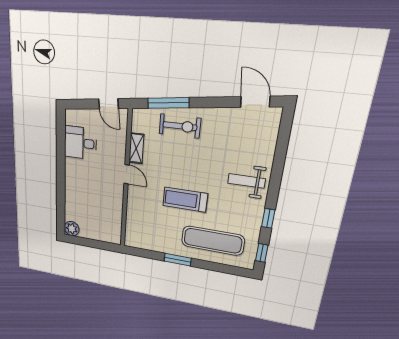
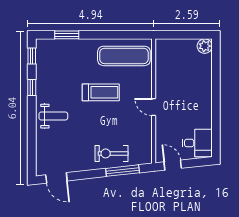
desk: (80, 143) -> (197, 143), moved
shelving: (136, 148) -> (146, 131), removed
exercise mat: (213, 241) -> (124, 56), moved
window: (178, 260) -> (67, 35), moved

